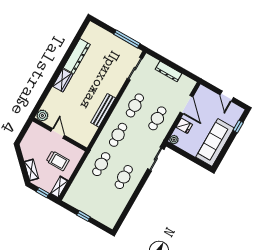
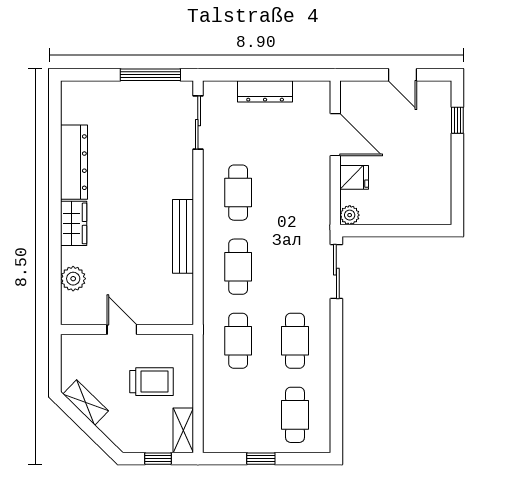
plant: (42, 115) -> (73, 279), moved
cafe table: (157, 118) -> (295, 415), moved
sofa: (215, 142) -> (431, 176), removed
shelving: (31, 170) -> (86, 402), moved

